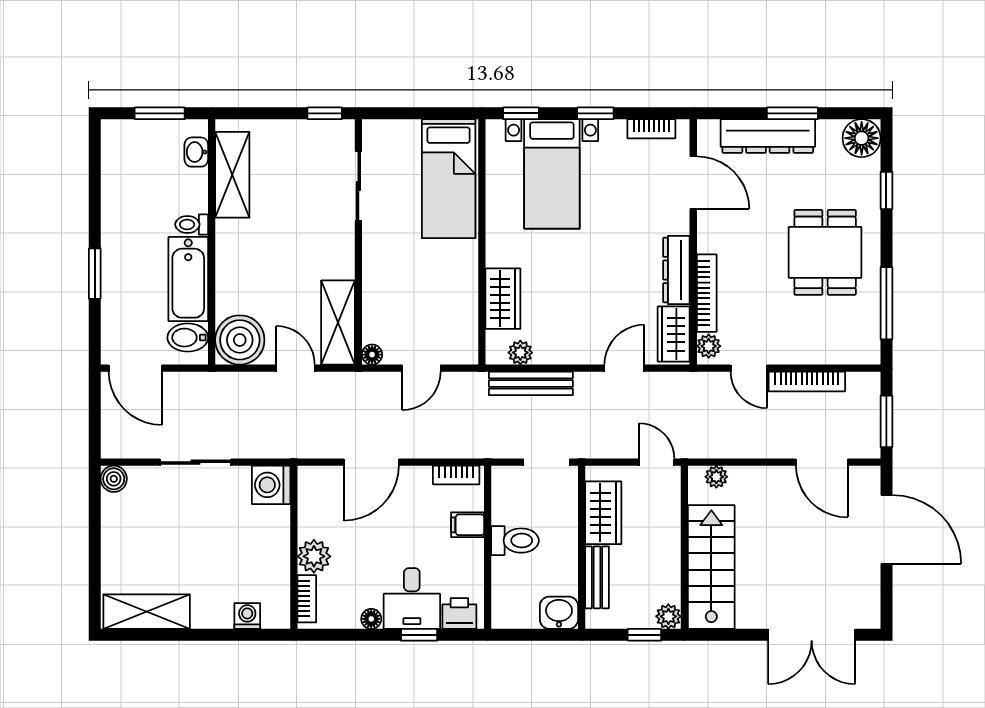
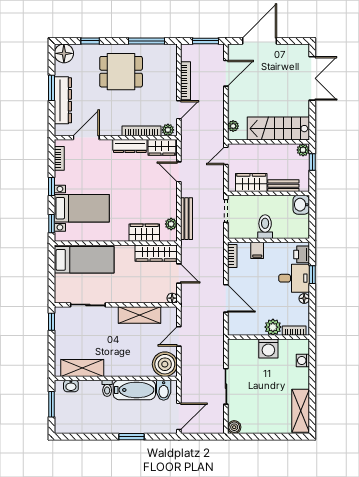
shelving: (338, 323) -> (139, 315), moved
wardrobe: (462, 323) -> (156, 253), added
washing machine: (271, 485) -> (268, 349), moved

